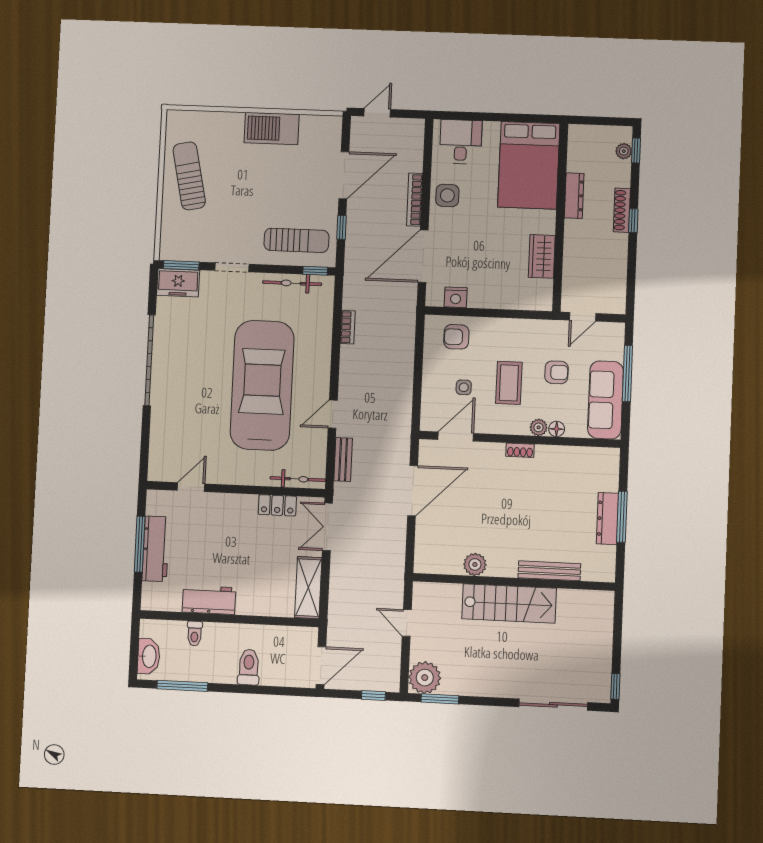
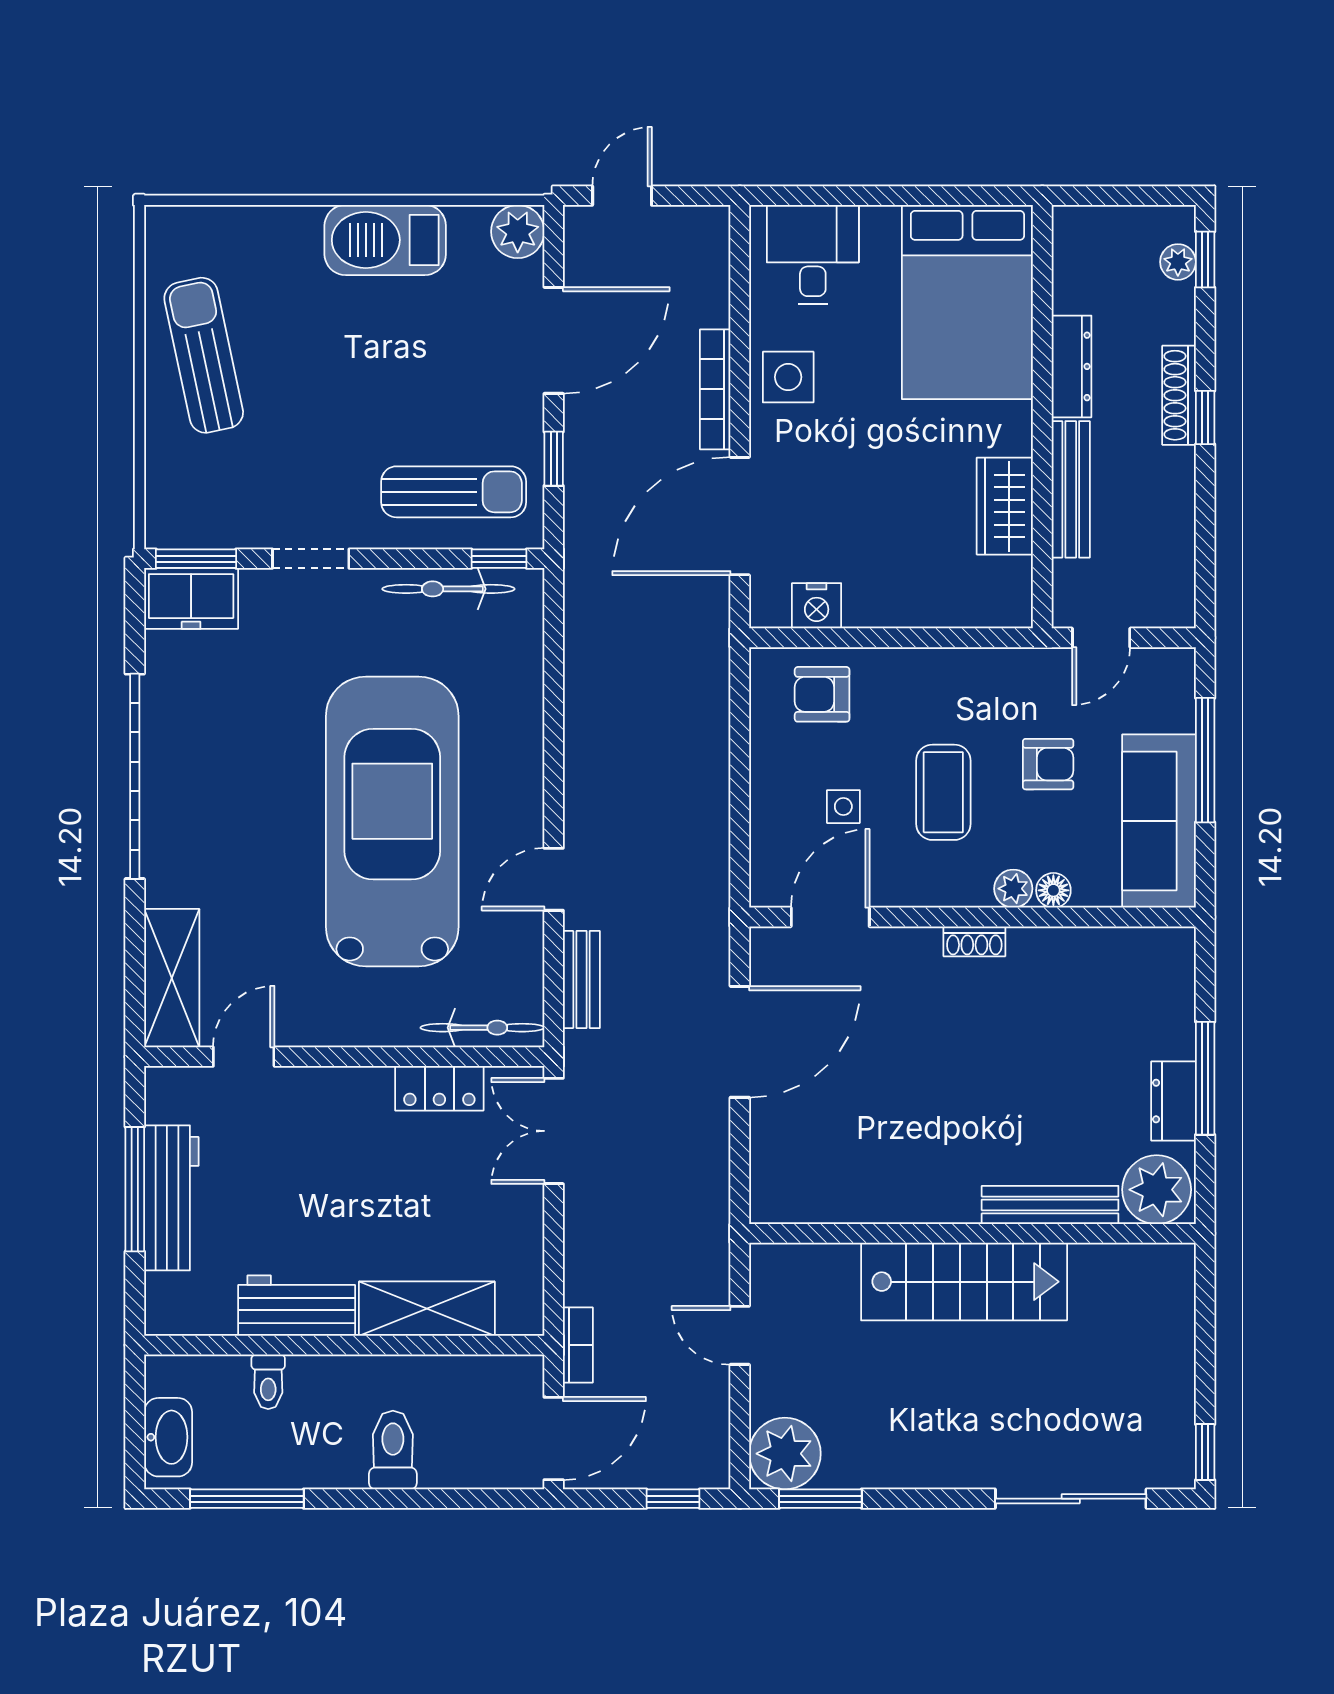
plant: (330, 127) -> (518, 232), added
bench: (572, 250) -> (1071, 489), added
bookcase: (348, 327) -> (578, 1345), moved
shelving: (161, 451) -> (172, 978), added
dresser: (607, 519) -> (1173, 1101), width x0.70
plant: (475, 564) -> (1157, 1190), moved, width x1.36, depth x1.36
shelving: (308, 588) -> (427, 1309), moved, turned 90

